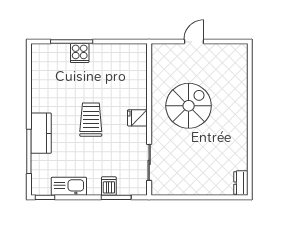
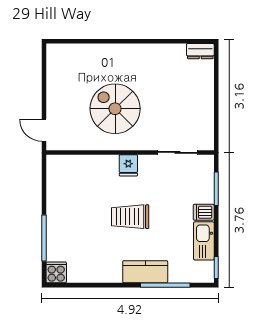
door: (194, 42) -> (44, 130), moved
cooker: (80, 53) -> (56, 272), moved, turned -90
dishwasher: (109, 186) -> (204, 212), moved

